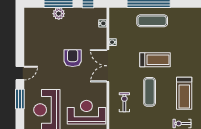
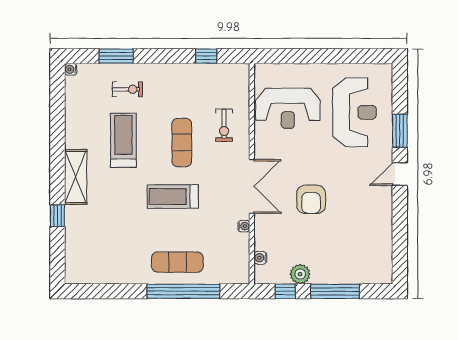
plant: (59, 14) -> (300, 274), moved

